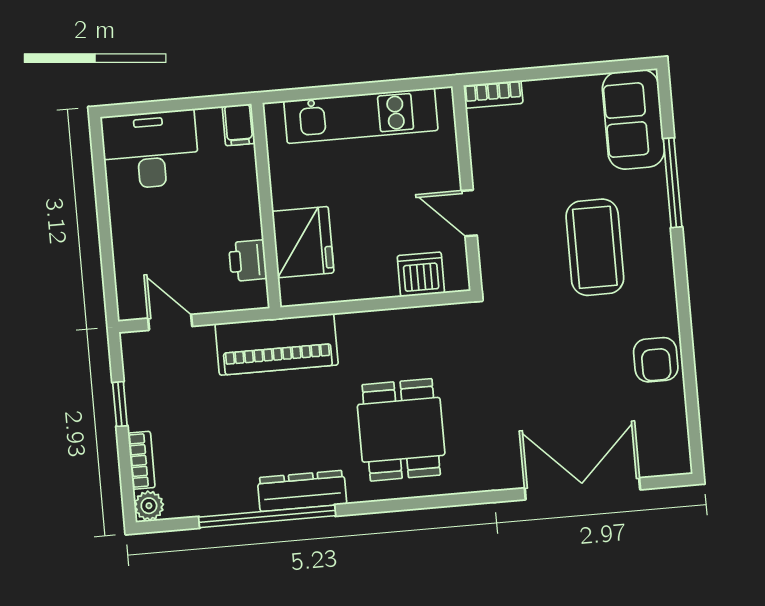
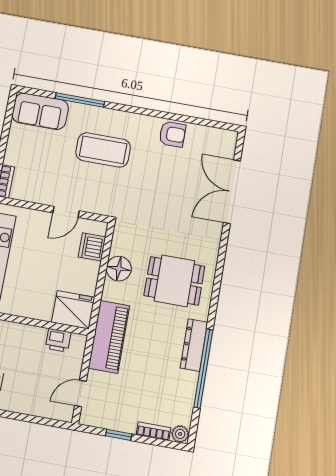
fridge: (303, 242) -> (73, 310), moved
floor lamp: (396, 330) -> (119, 269), added

